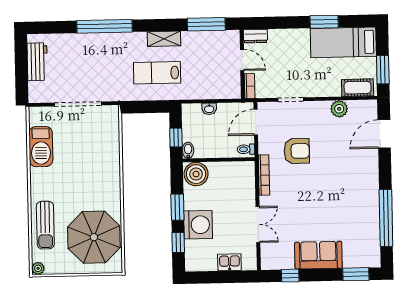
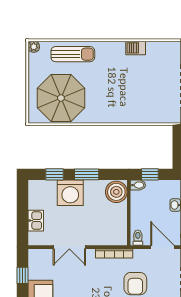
barbecue: (41, 147) -> (136, 48), width x0.53, depth x0.65
sun lounger: (45, 225) -> (73, 54), turned 180

